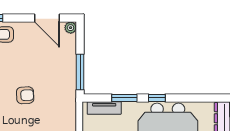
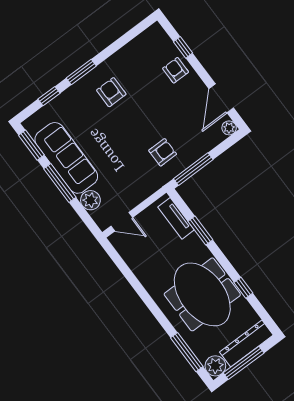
armchair: (25, 95) -> (163, 152), moved, turned -87
window: (157, 98) -> (243, 288), moved

